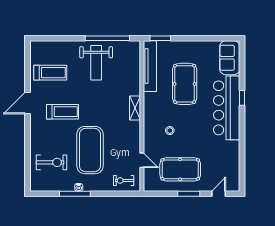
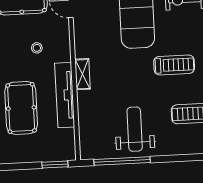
tv unit: (150, 66) -> (65, 95), moved
treadmill: (63, 112) -> (174, 65), turned 180

